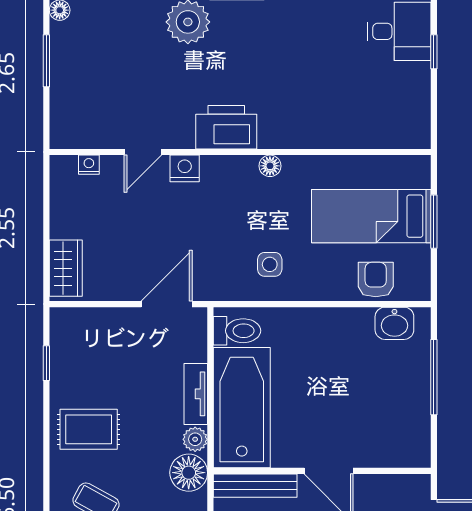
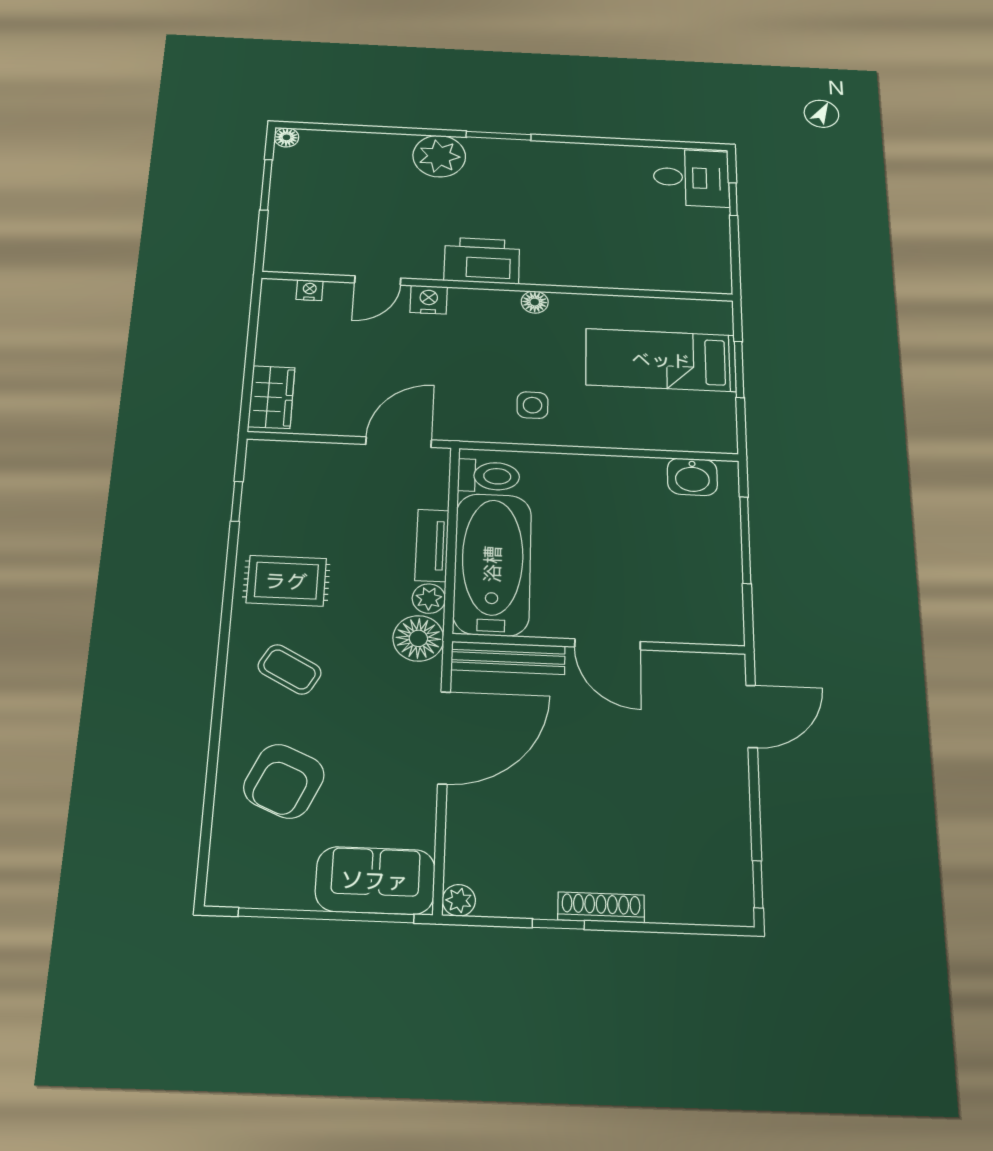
armchair: (376, 280) -> (667, 428), removed

